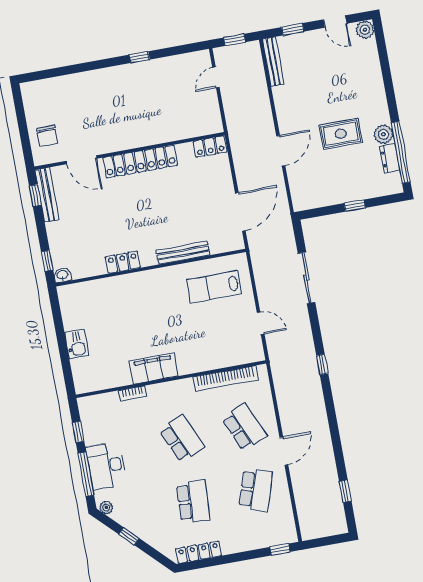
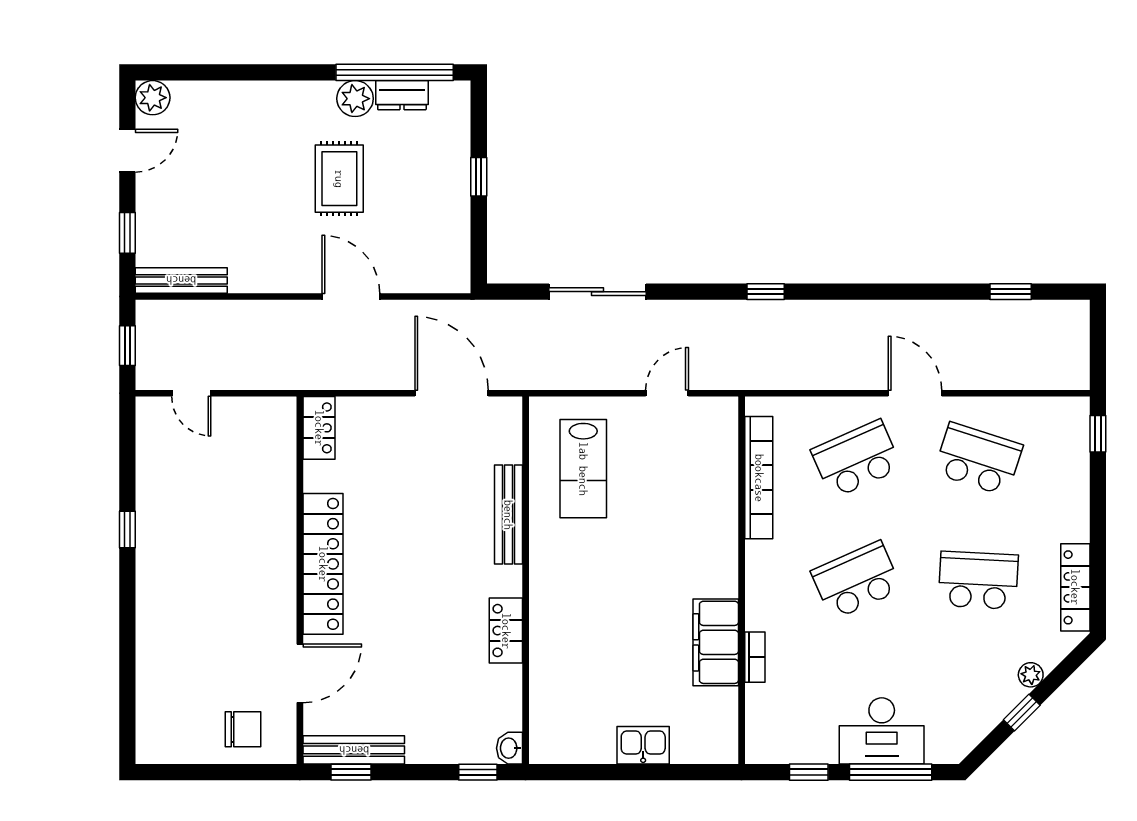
filing cabinet: (154, 369) -> (716, 642), moved
plant: (106, 508) -> (1031, 675), moved

